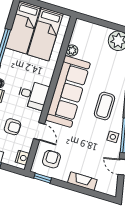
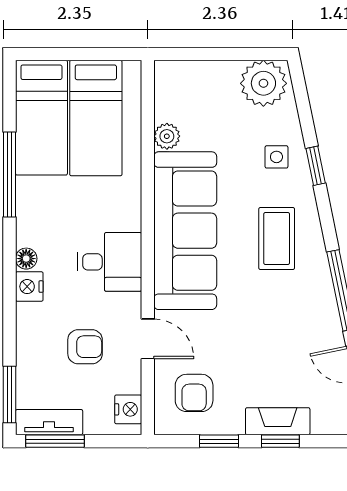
side table: (113, 137) -> (276, 157), moved
armchair: (51, 159) -> (194, 393), turned 180
window: (43, 178) -> (219, 441), moved
window: (81, 190) -> (280, 441), added

